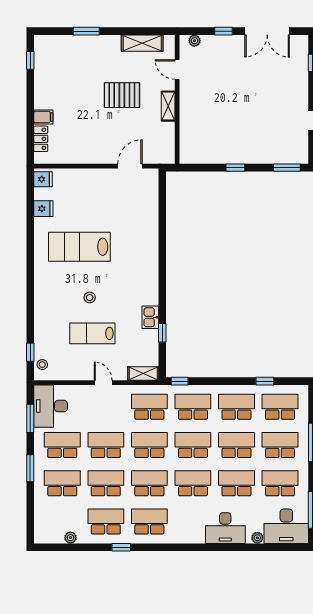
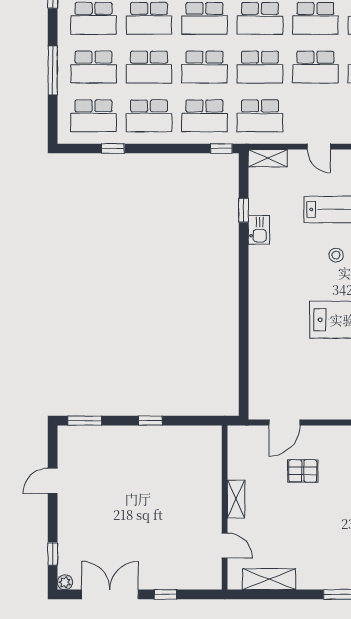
plant: (194, 41) -> (65, 582), moved
pallet: (122, 95) -> (303, 471), moved, width x0.67, depth x0.71

